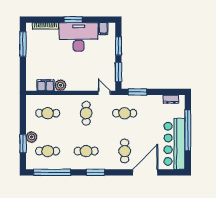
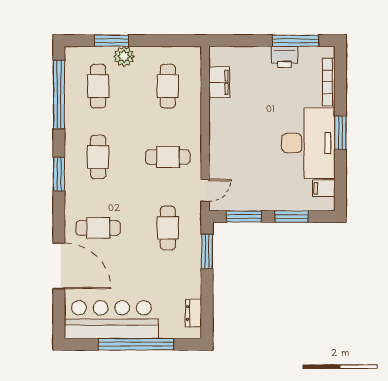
printer: (32, 50) -> (284, 57), added
plant: (60, 85) -> (219, 110), removed

